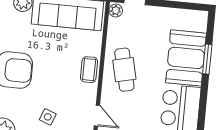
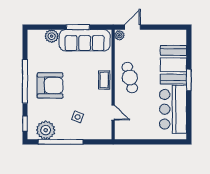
window: (207, 59) -> (189, 80), moved

